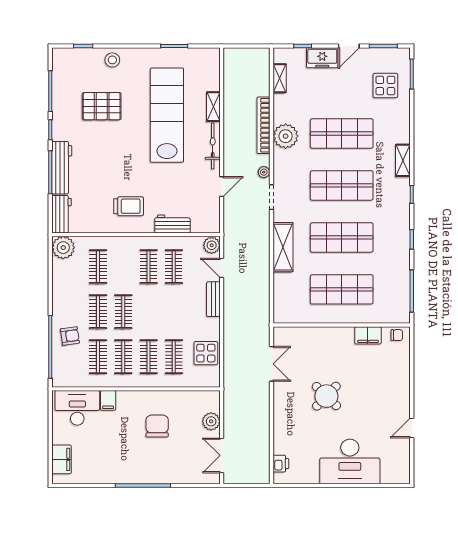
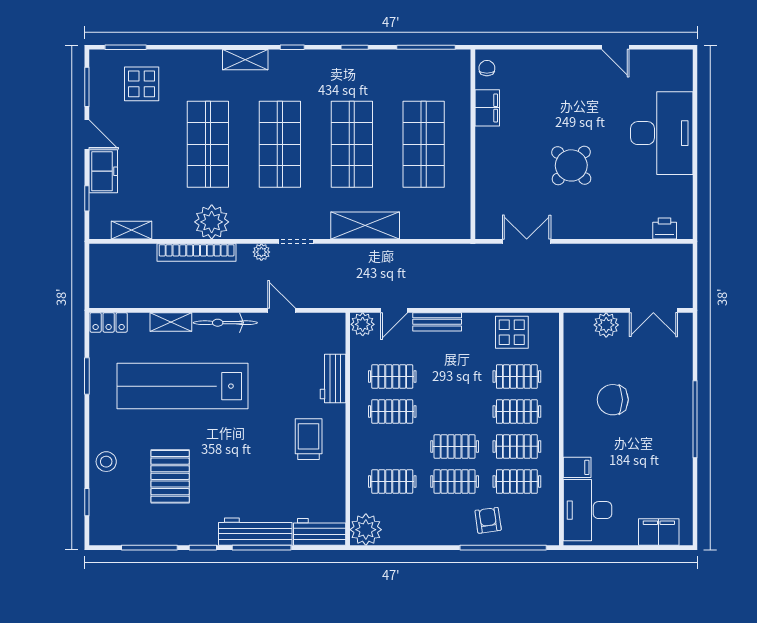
locker: (213, 62) -> (109, 322), added

